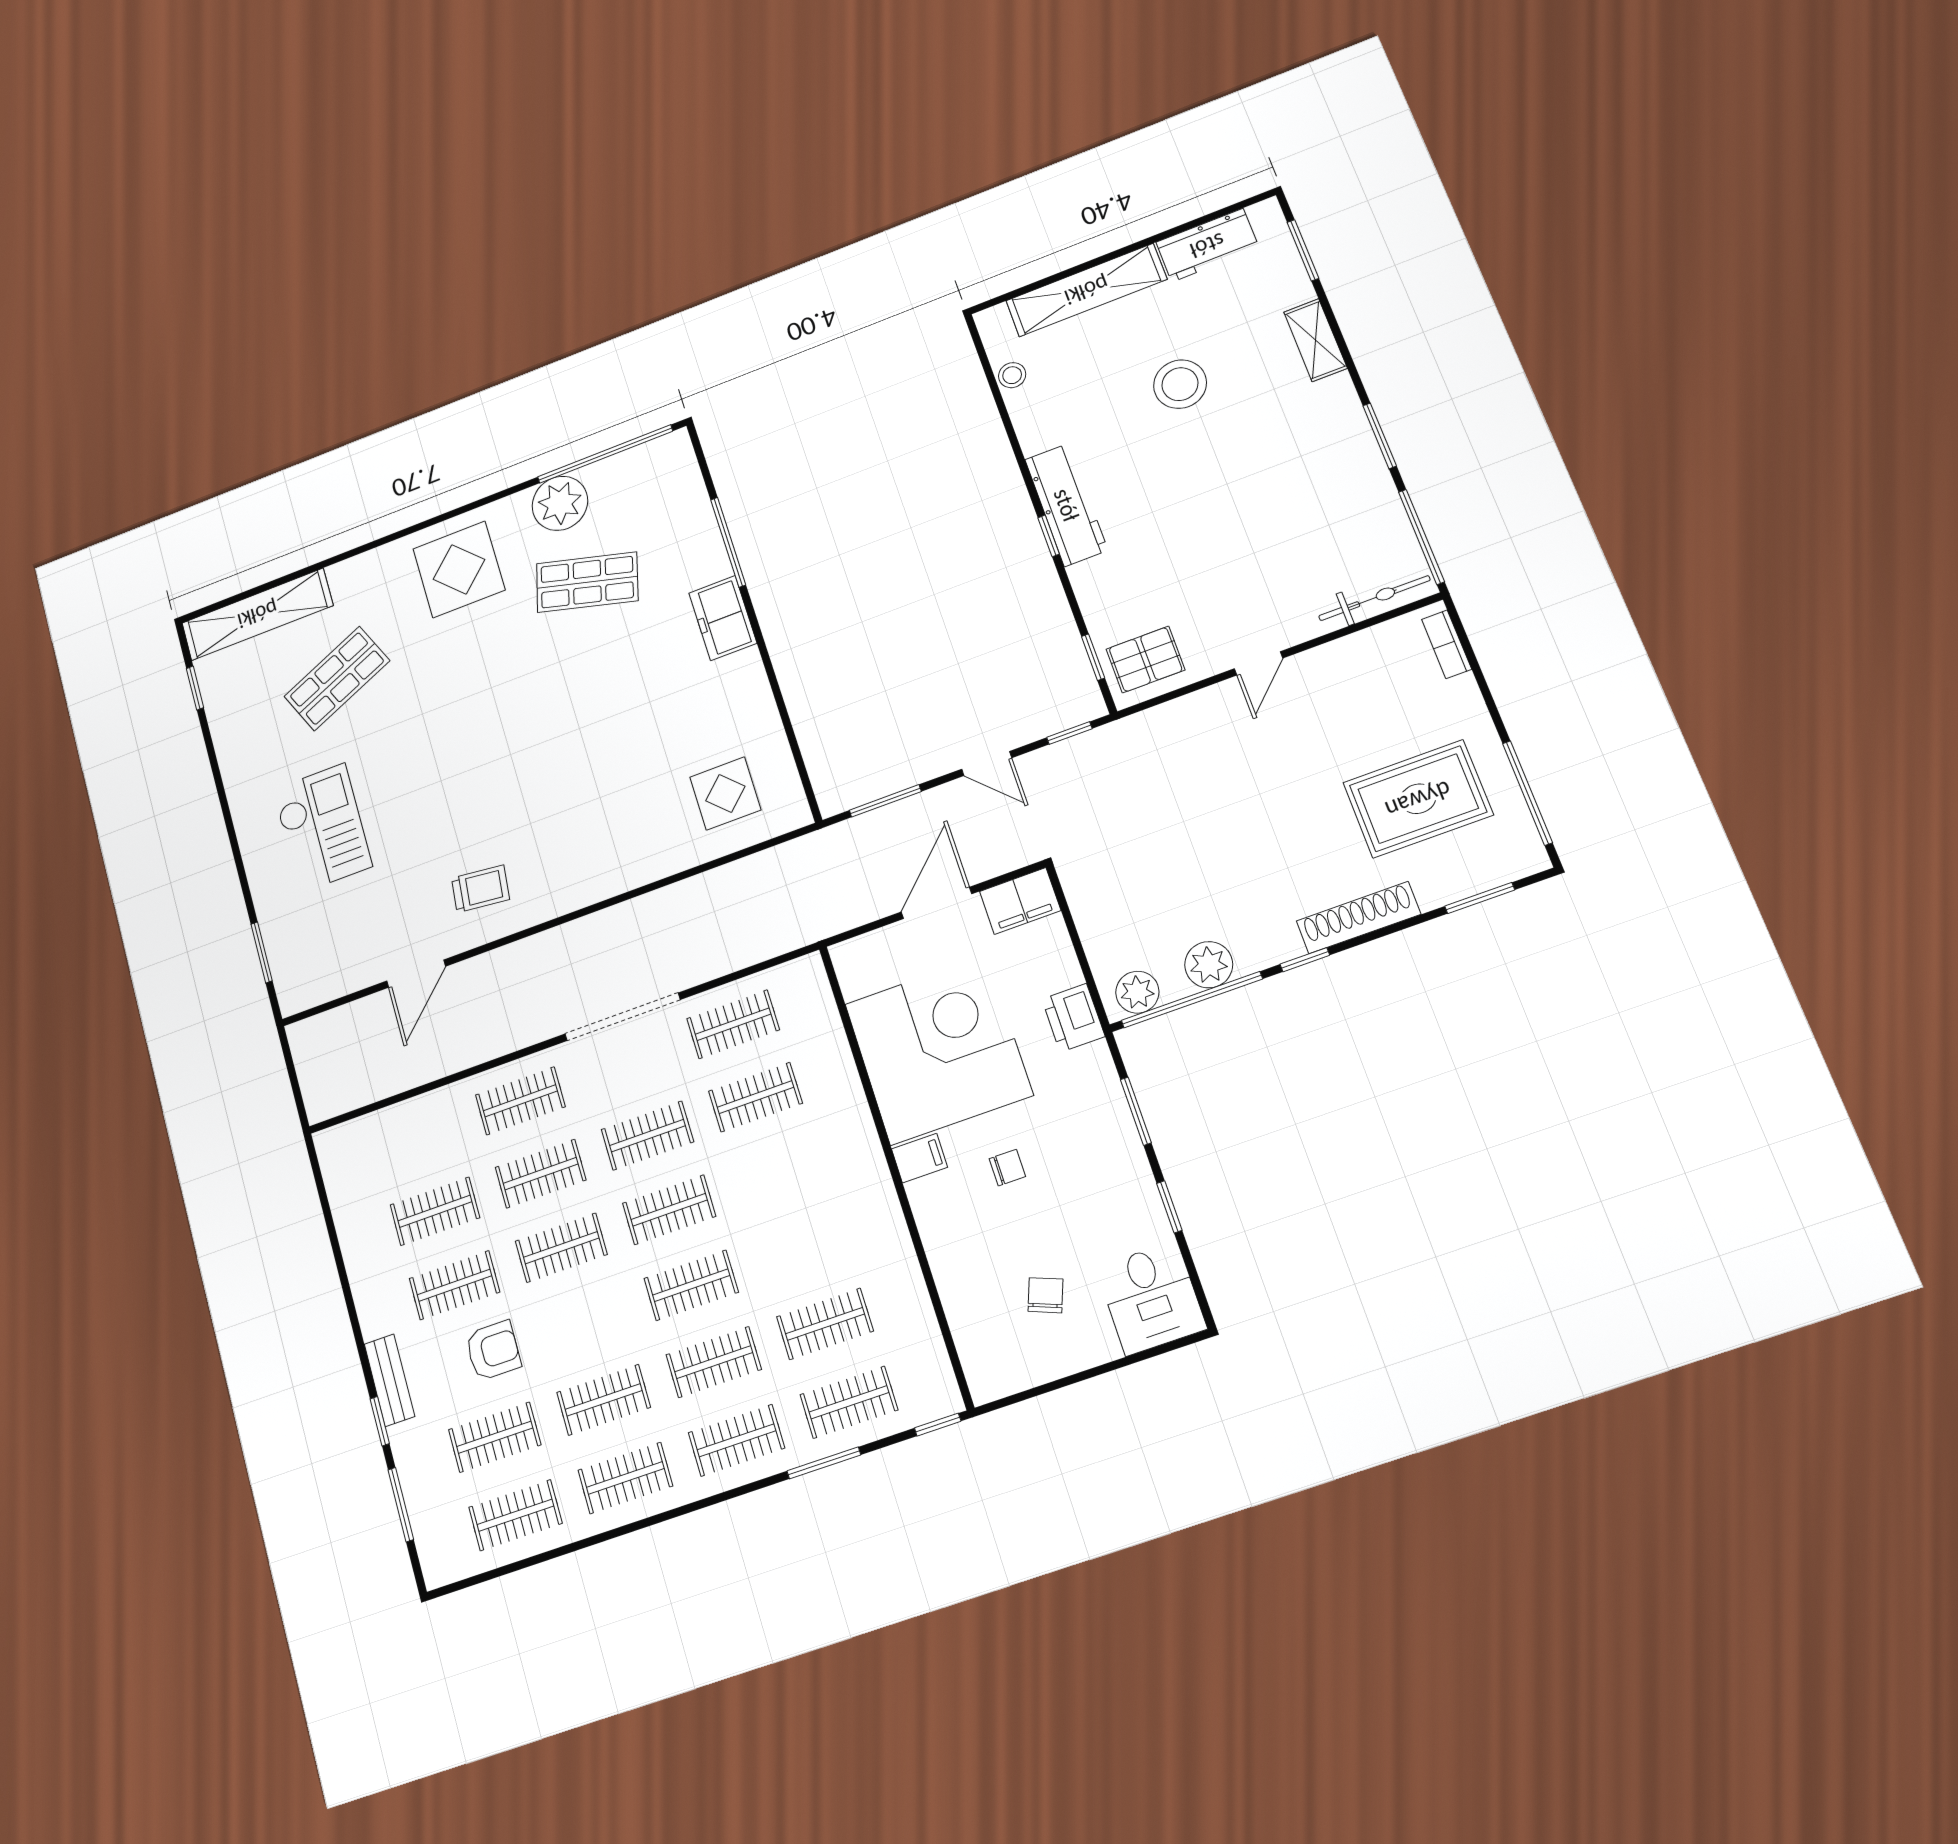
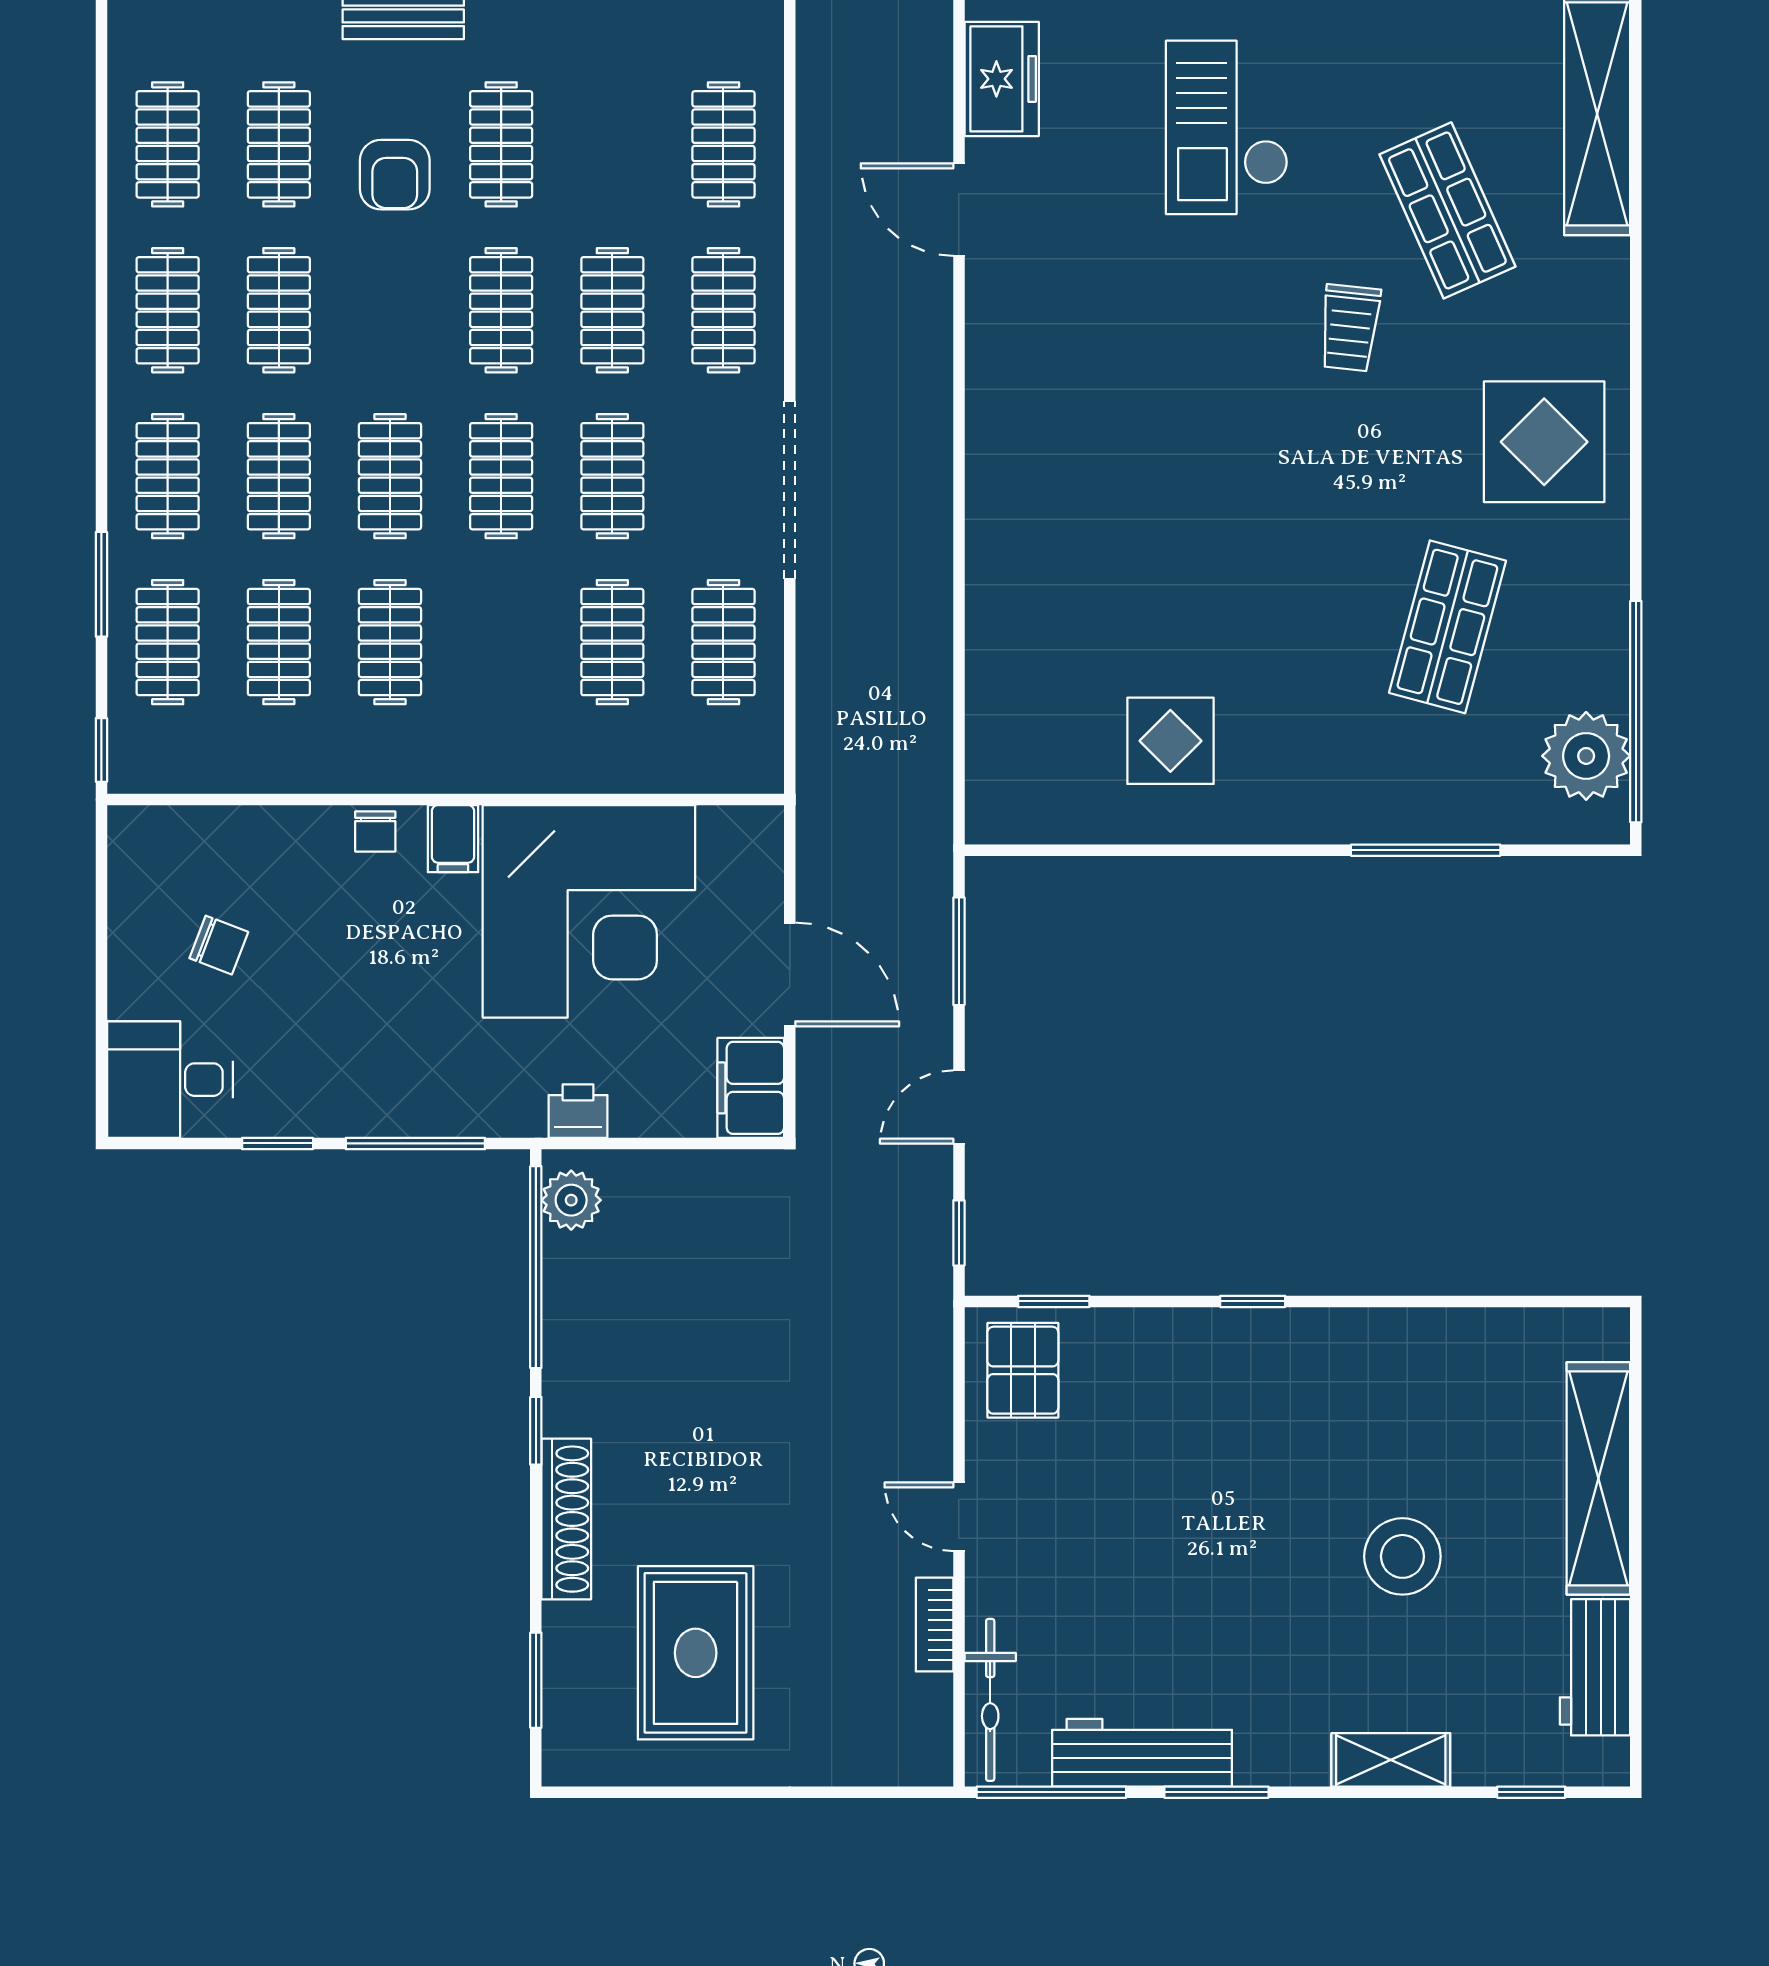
window: (1303, 250) -> (1531, 1792), width x0.67
stool: (1012, 375) -> (1513, 1332), removed
plant: (560, 503) -> (1586, 756), moved
workbench: (1066, 505) -> (1142, 1753), moved, turned 180
freezer: (723, 618) -> (1002, 79), moved, turned 90
bookcase: (1447, 644) -> (935, 1625), moved, turned -90
display table: (725, 793) -> (1170, 741), moved
window: (1527, 793) -> (651, 1792), removed
checkout: (322, 828) -> (1227, 127), turned 90
trolley: (480, 889) -> (1350, 328), moved
plant: (1209, 965) -> (574, 1305), removed
printer: (1073, 1018) -> (578, 1111), width x0.73, depth x0.81
window: (1136, 1111) -> (415, 1143), width x1.44
chair: (1007, 1168) -> (375, 831), moved
clothes rail: (435, 1211) -> (723, 144), moved
clothes rail: (801, 1247) -> (390, 642), added

